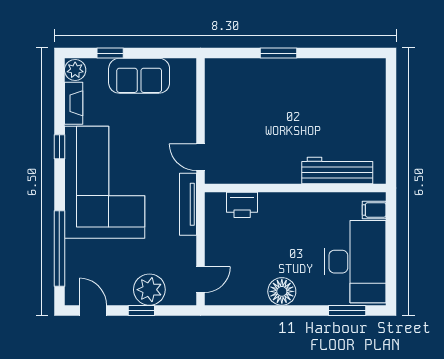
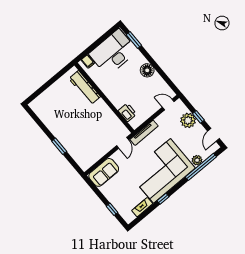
plant: (75, 70) -> (197, 160), moved
sofa: (139, 76) -> (104, 172), moved, turned 90

